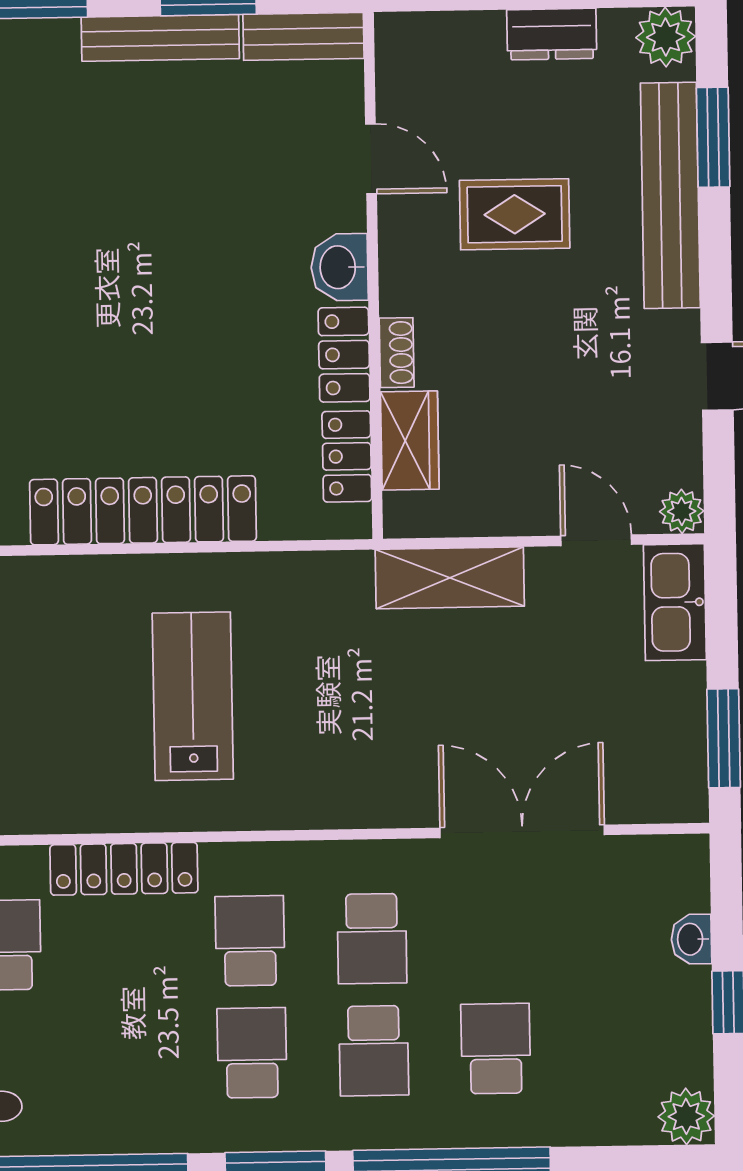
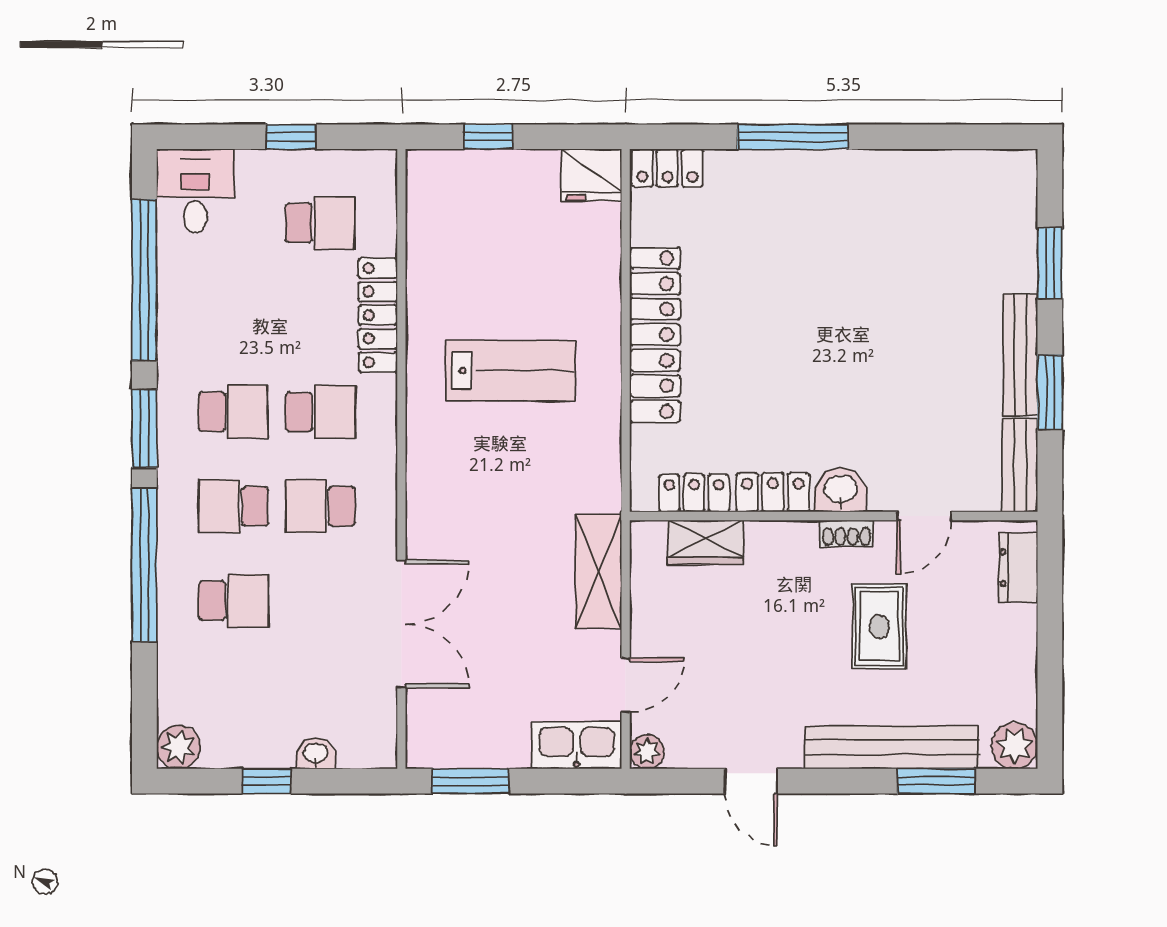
dresser: (552, 34) -> (1018, 568), moved
shoe rack: (397, 353) -> (847, 533), moved

